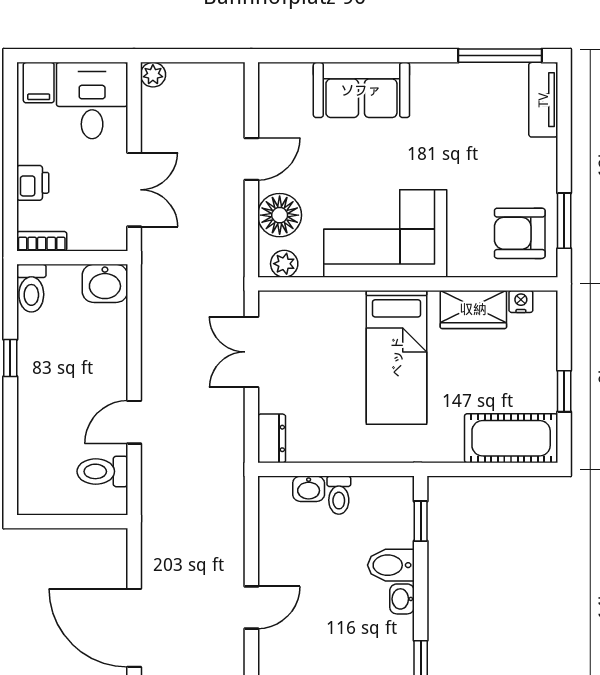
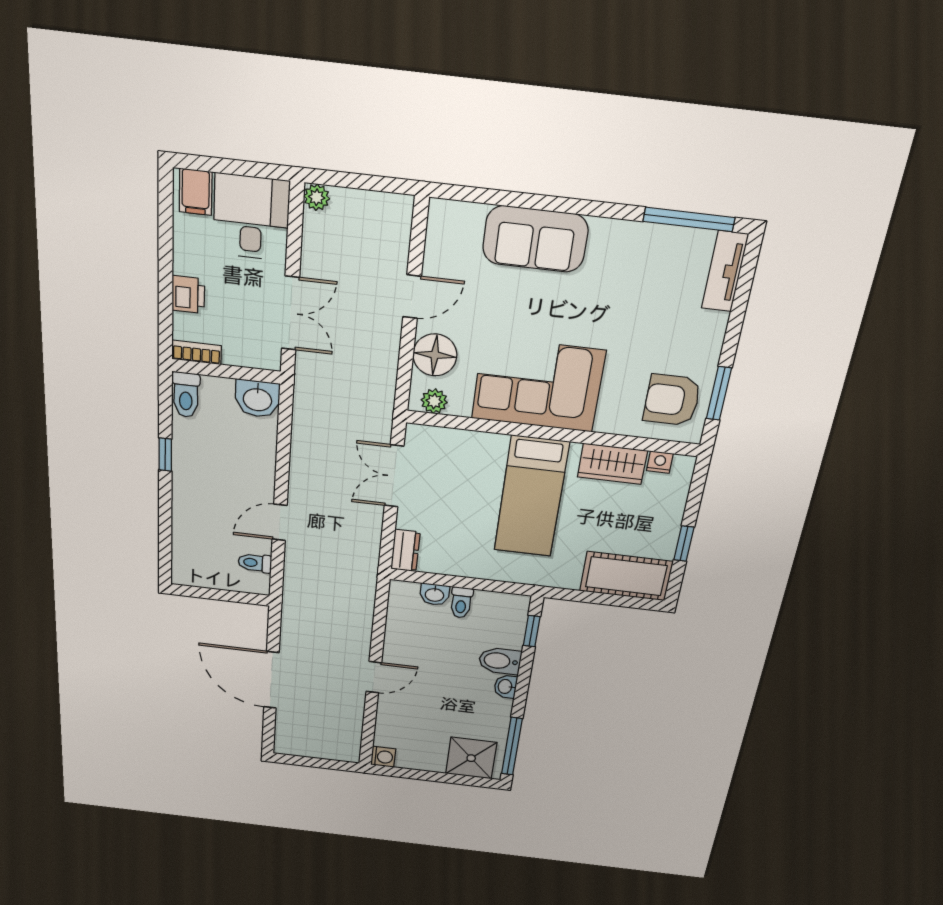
toilet: (102, 471) -> (255, 563), width x0.73, depth x0.72

